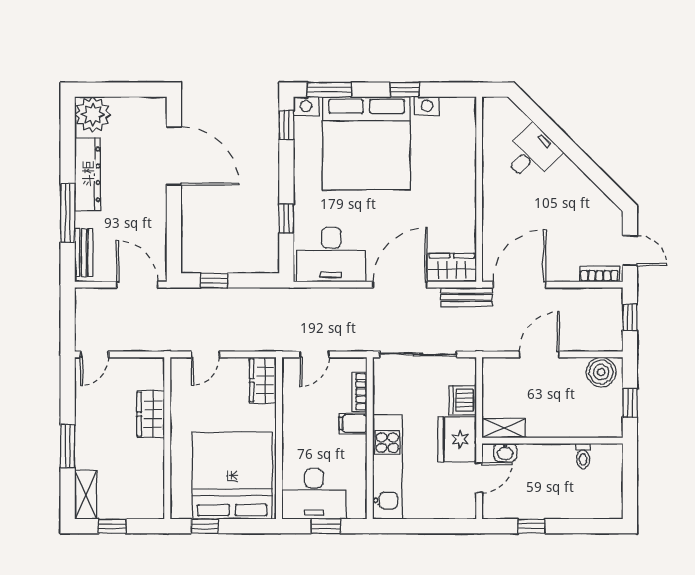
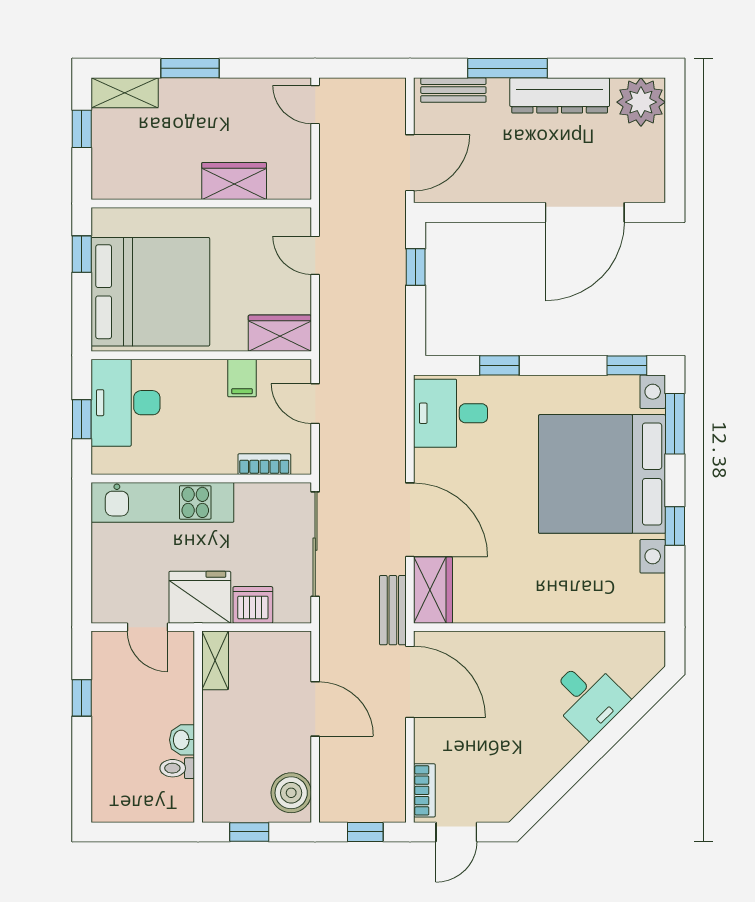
desk: (331, 255) -> (451, 413), width x0.73
filing cabinet: (353, 423) -> (242, 378), moved, turned 180
washbasin: (505, 452) -> (182, 740), moved

